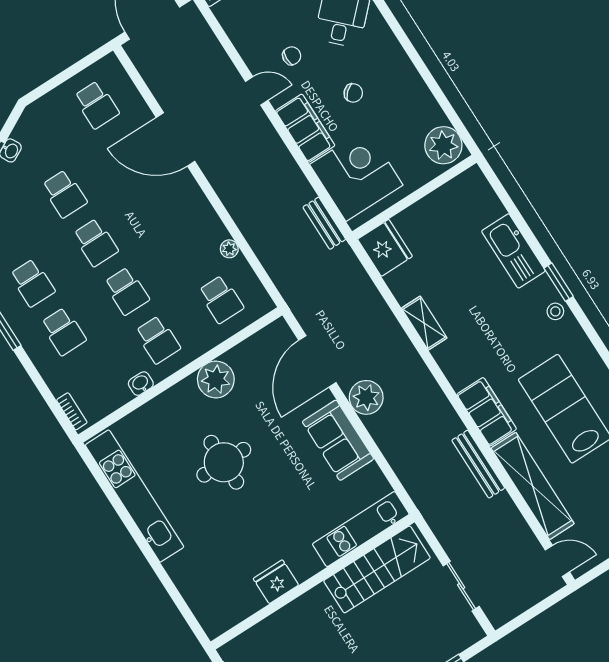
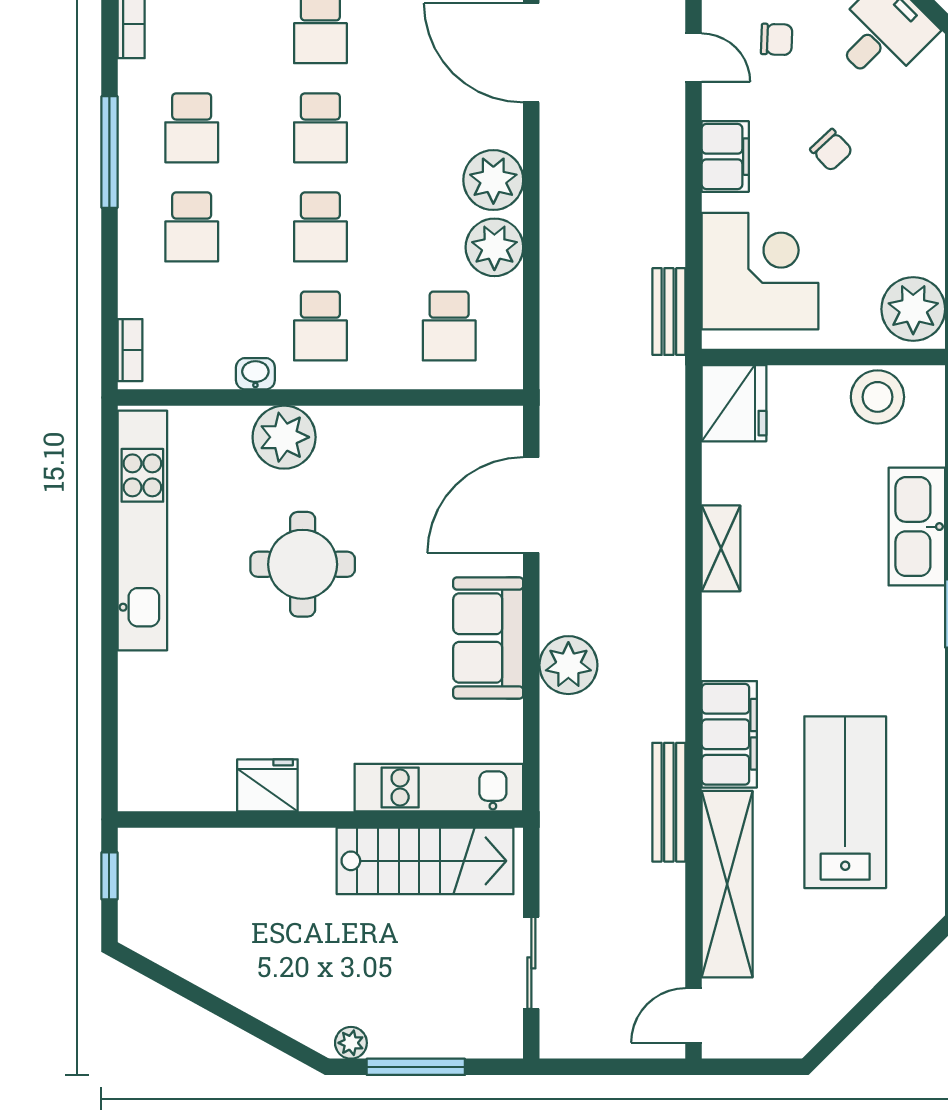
filing cabinet: (305, 128) -> (725, 157), width x0.67, depth x0.86
plant: (197, 214) -> (493, 180), added
plant: (229, 249) -> (494, 247), width x1.88, depth x1.88
stool: (555, 311) -> (877, 397), moved, width x1.89, depth x1.89
plant: (216, 379) -> (284, 437), moved
plant: (366, 397) -> (568, 665), moved
door: (557, 561) -> (694, 1015), swing flipped

